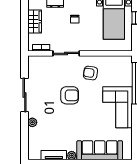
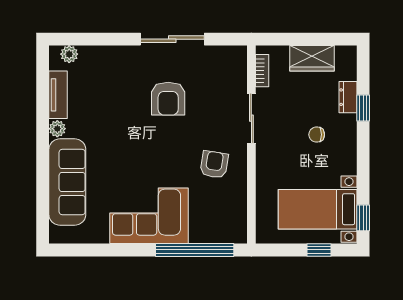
armchair: (70, 95) -> (168, 99), moved
plant: (32, 122) -> (69, 54), moved

